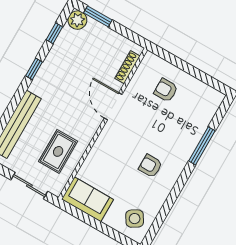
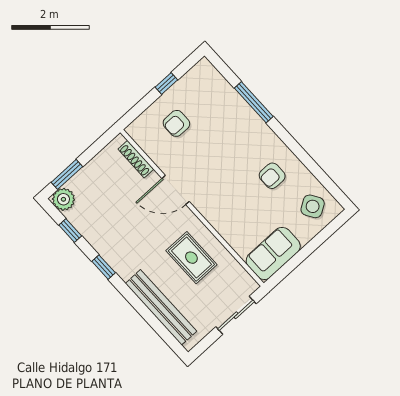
window: (195, 72) -> (166, 84), added
rug: (58, 151) -> (191, 258), moved
armchair: (150, 166) -> (272, 176), moved

